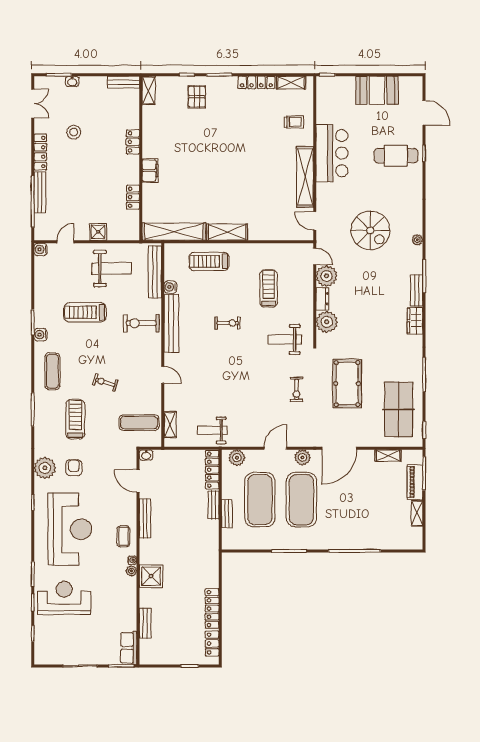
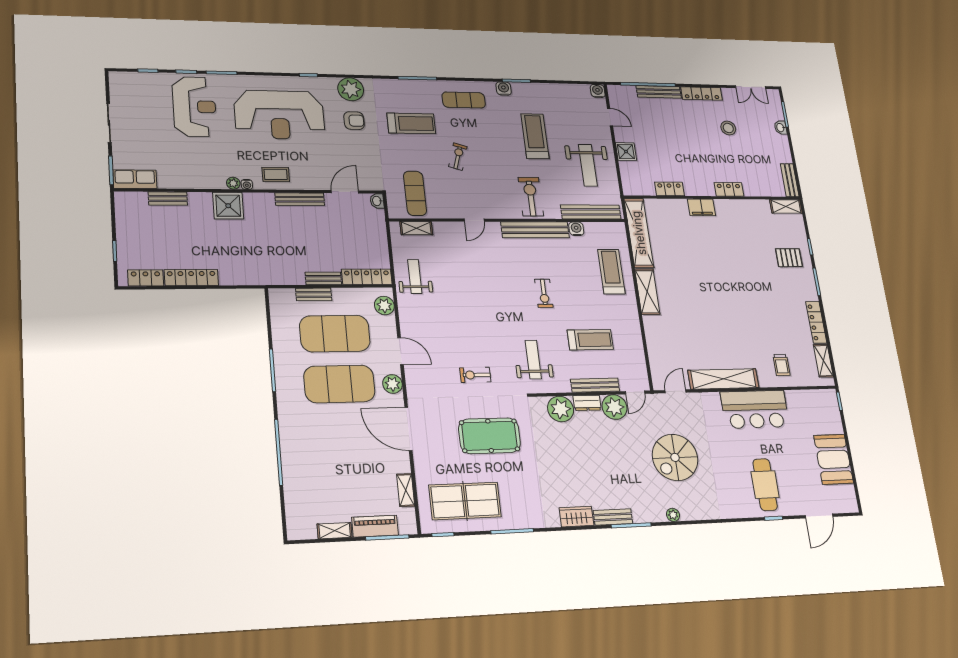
bench: (308, 290) -> (595, 385), added

